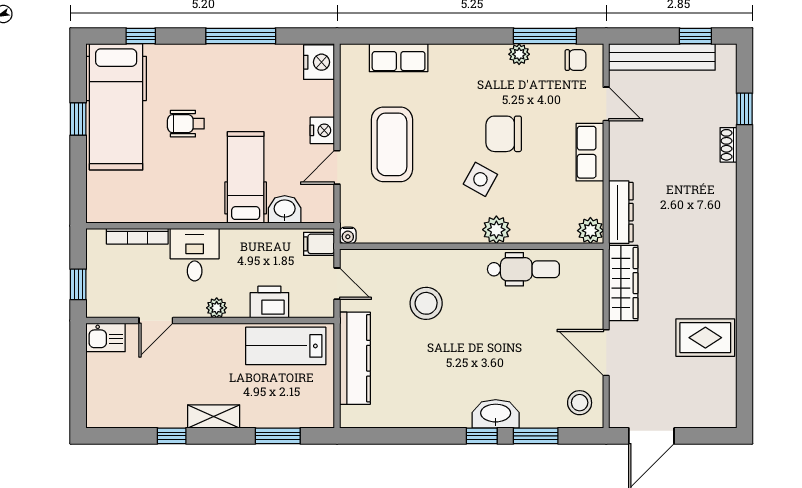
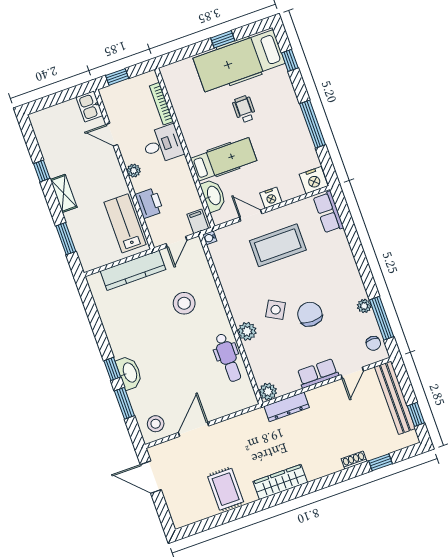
row of seats: (399, 58) -> (328, 212), moved
washbasin: (285, 209) -> (213, 196), width x1.38
wardrobe: (623, 283) -> (280, 482), moved, turned 180

